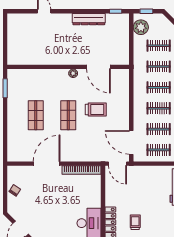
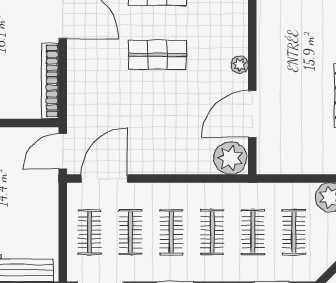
plant: (121, 78) -> (230, 158), added
trolley: (96, 109) -> (169, 109), removed

